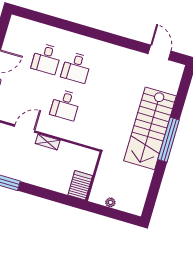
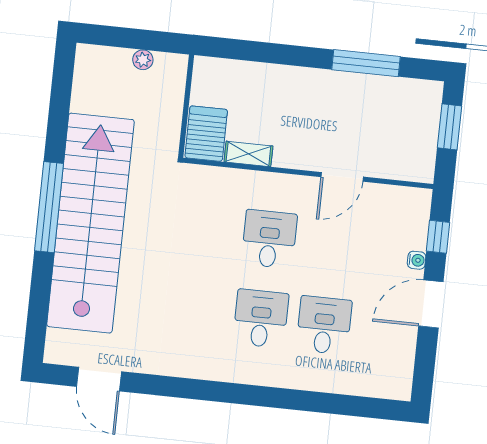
stairs: (150, 128) -> (90, 223), width x1.36
shelving: (48, 142) -> (248, 154), moved
server rack: (80, 185) -> (206, 134), moved, turned 180

